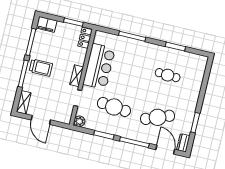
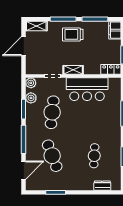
trolley: (41, 68) -> (73, 34), turned 90
plant: (95, 125) -> (31, 98), added
dresser: (183, 143) -> (102, 186), moved

